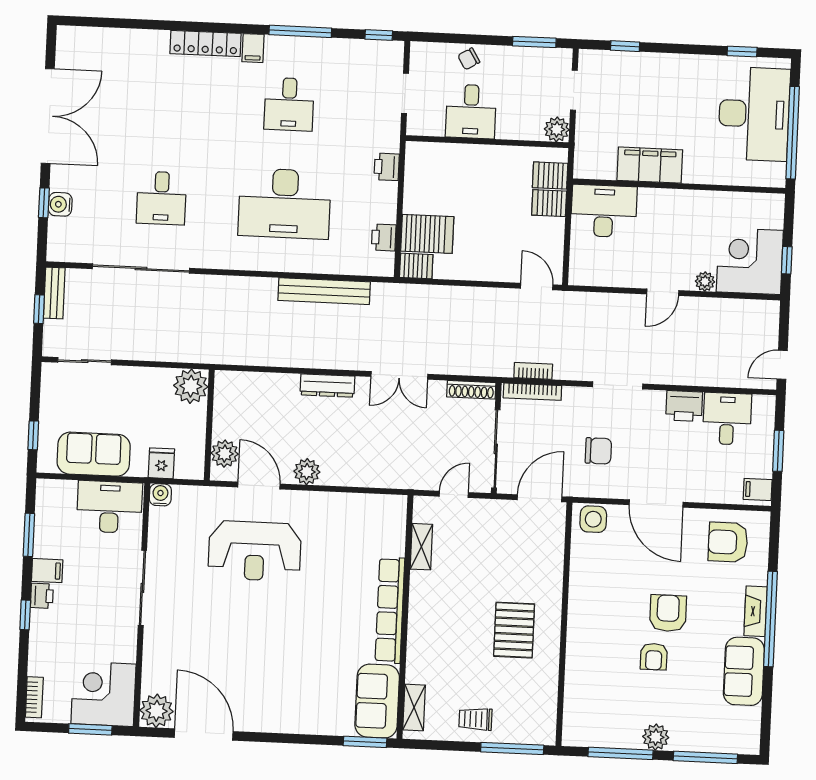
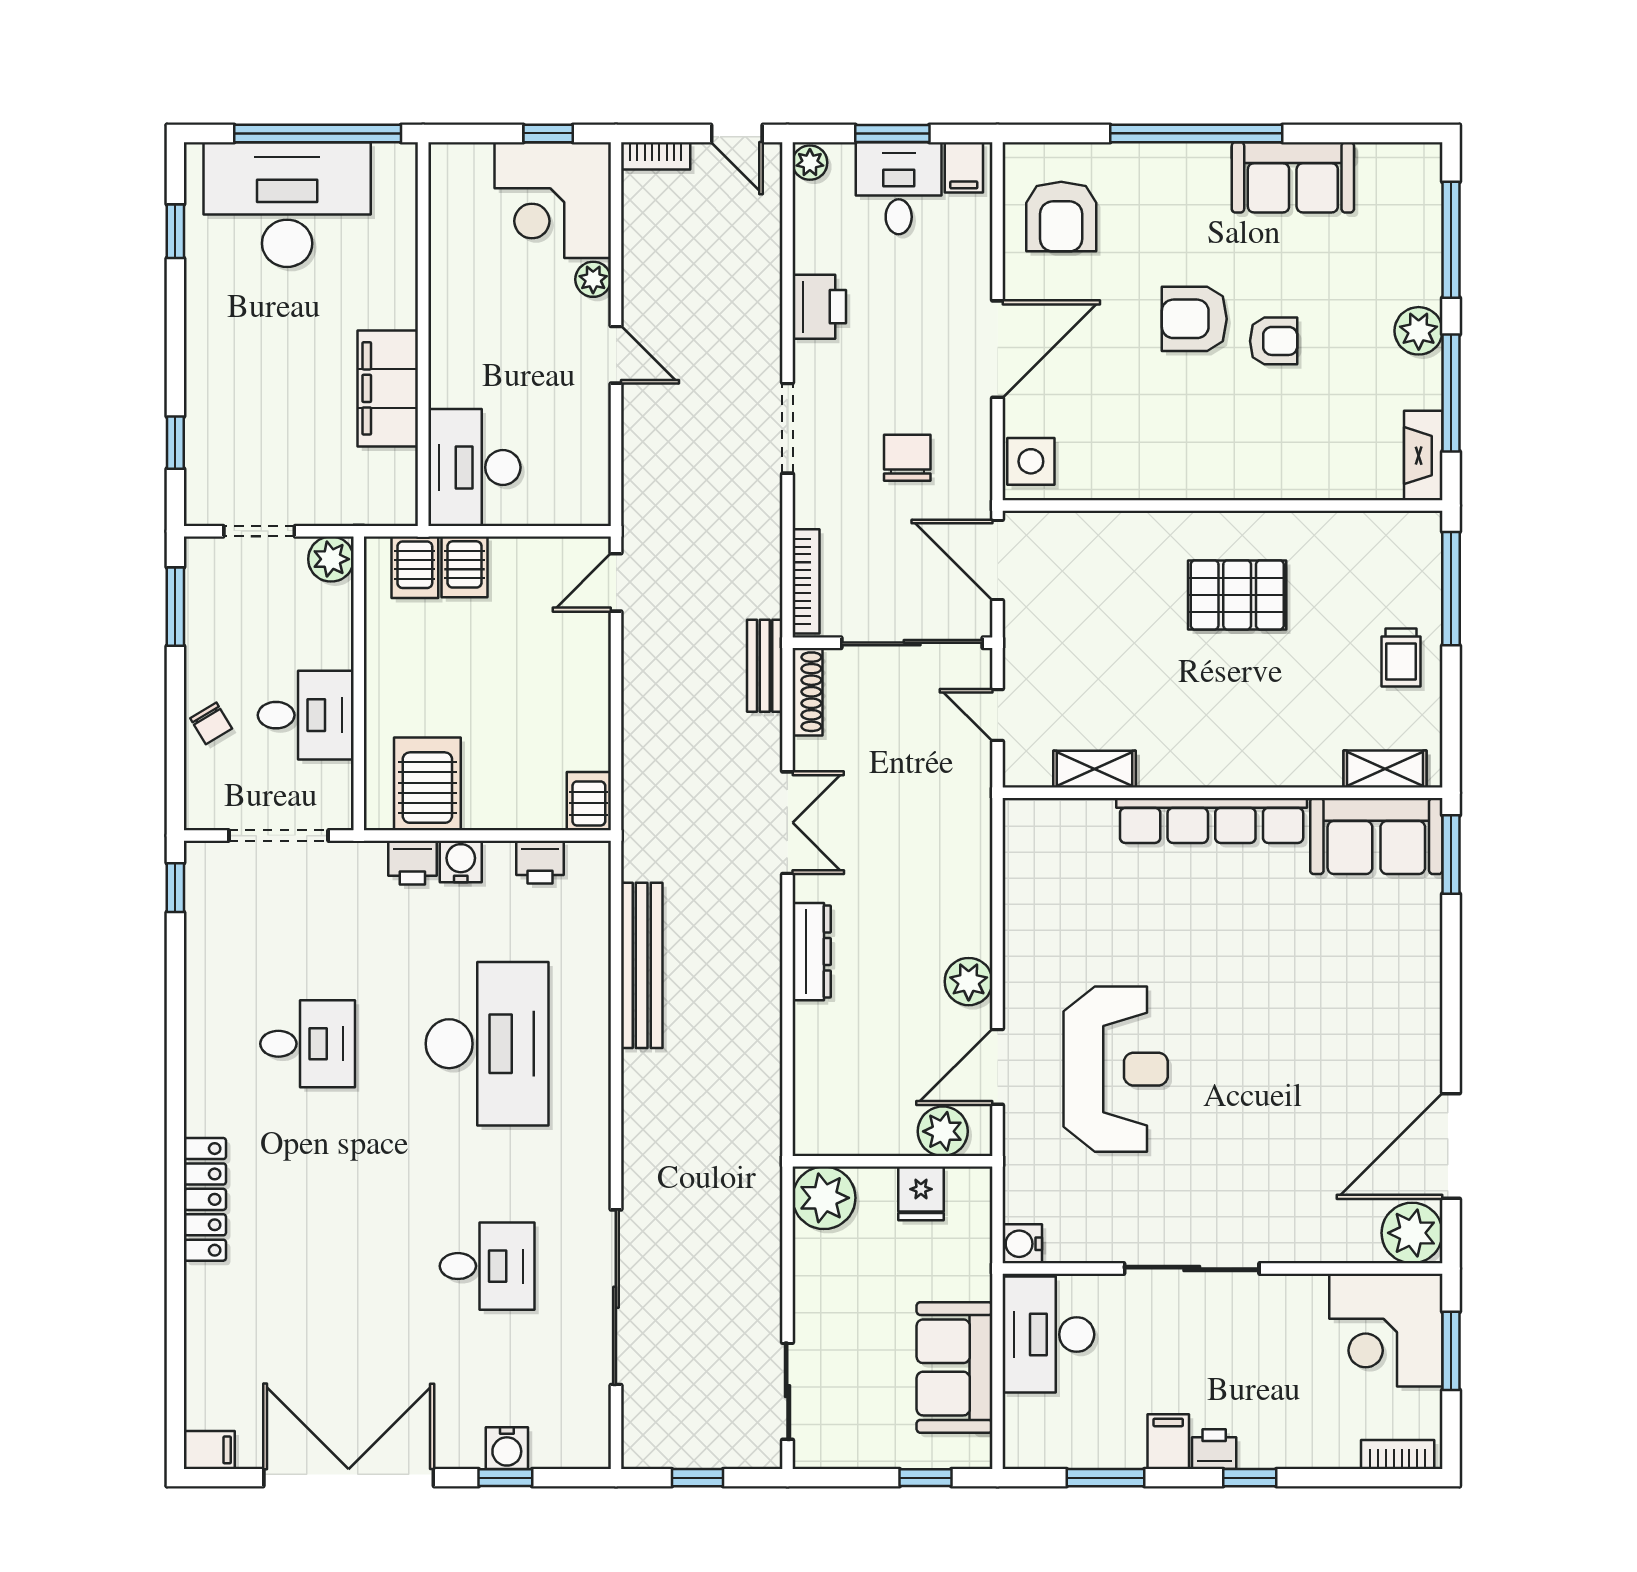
window: (300, 31) -> (175, 1029), removed
filing cabinet: (253, 48) -> (209, 1450), moved
doorway: (405, 93) -> (278, 836), width x1.38
water cooler: (386, 194) -> (461, 862), added
server rack: (427, 234) -> (427, 784), moved
bench: (54, 293) -> (765, 666), moved, turned 90
bookcase: (533, 371) -> (656, 156), moved, turned -90
plant: (764, 404) -> (810, 163), added
desk: (727, 419) -> (899, 188), moved, turned 90
fridge: (161, 463) -> (921, 1193), moved, turned -90
fireplace: (756, 611) -> (1423, 456), moved, turned 90

